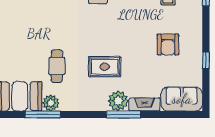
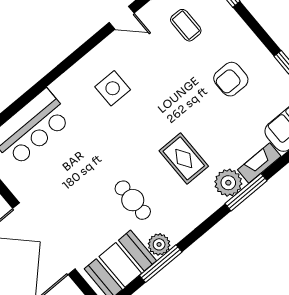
armchair: (168, 45) -> (231, 79), turned 90
rug: (105, 67) -> (184, 158), turned 90

